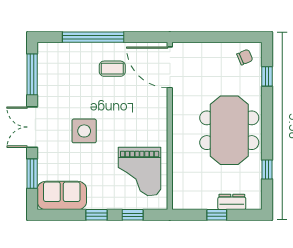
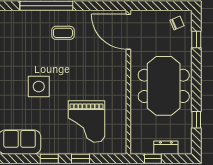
door: (170, 67) -> (128, 32), moved
wall: (170, 126) -> (128, 82), moved

